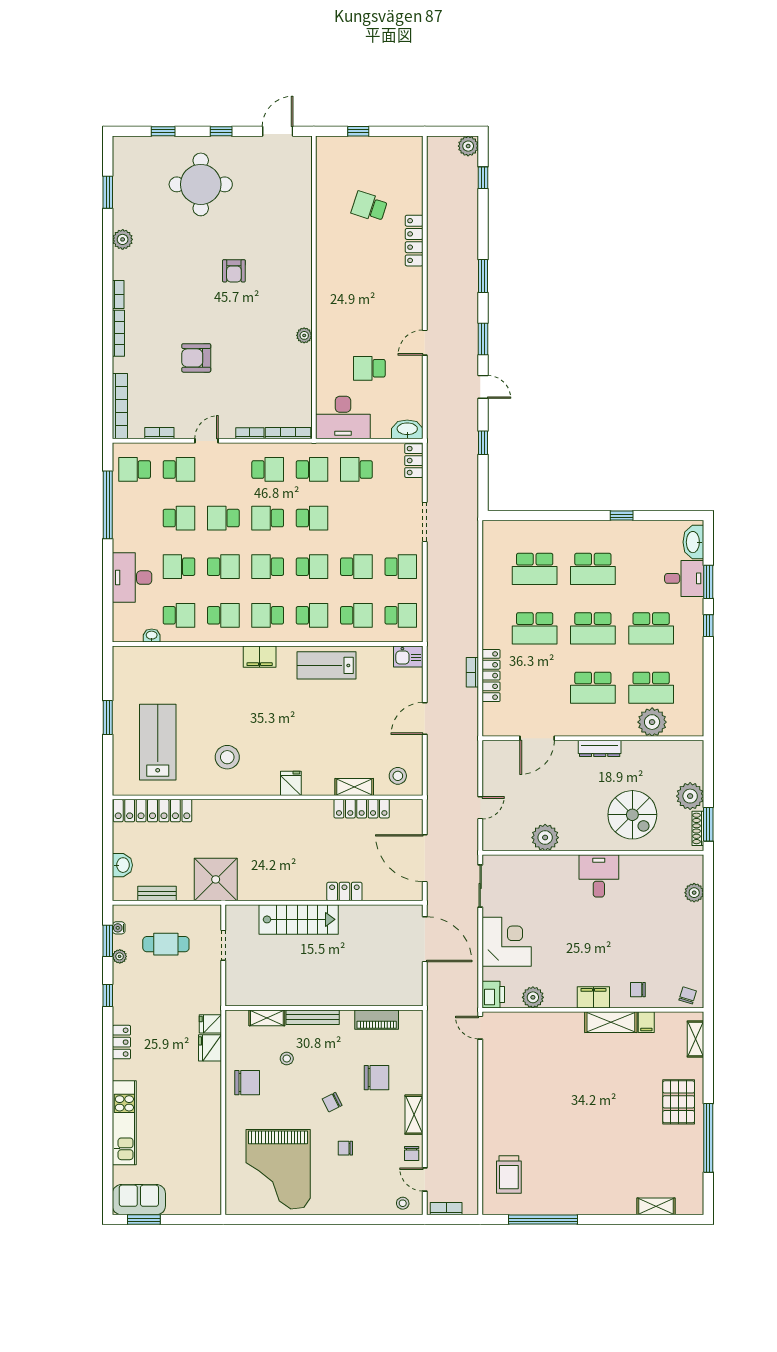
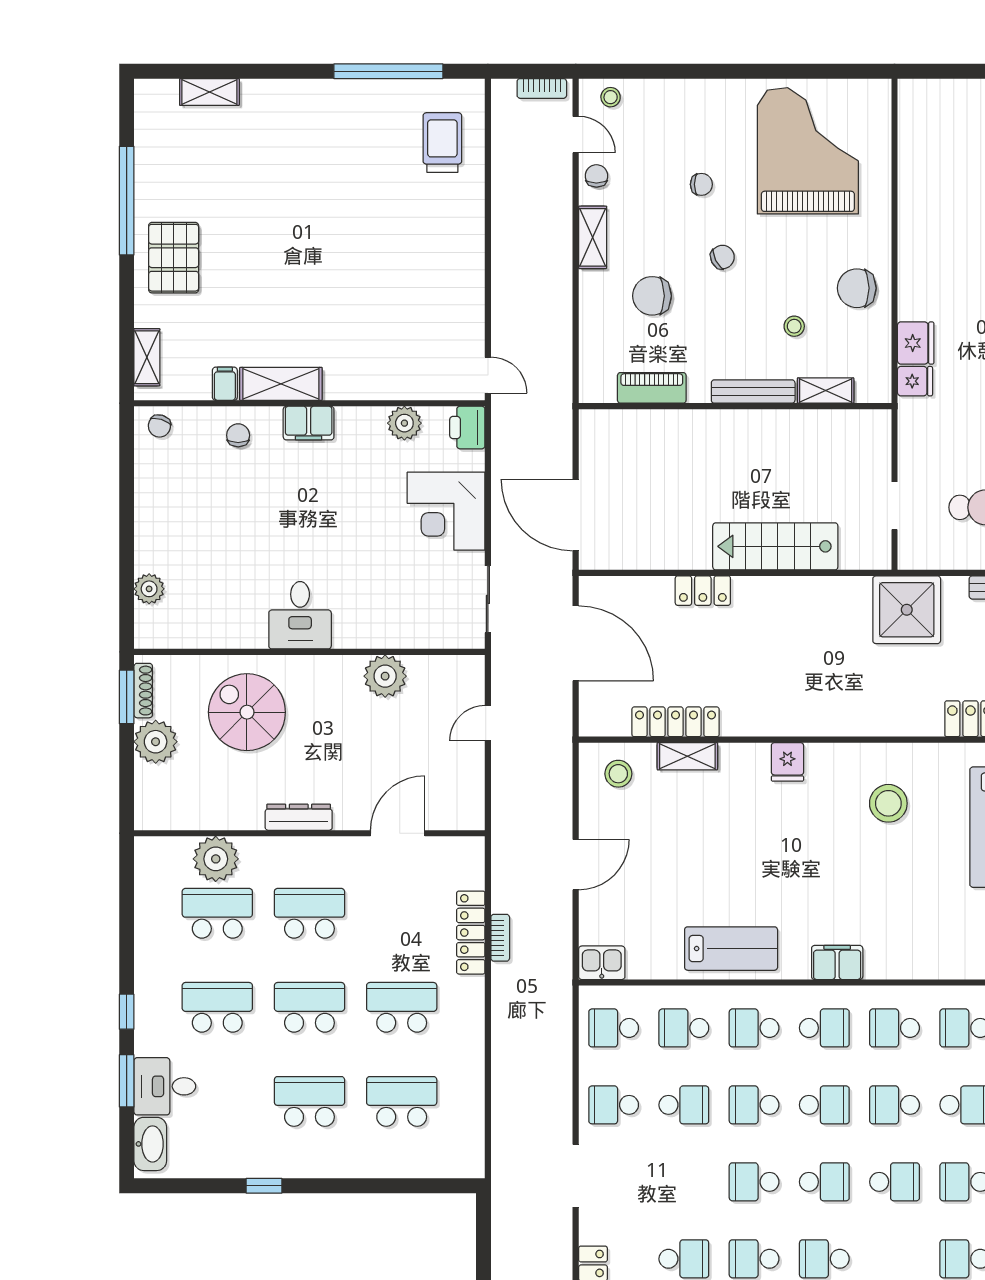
school desk: (356, 567) -> (684, 1105), turned 180
chair: (638, 990) -> (238, 435), turned -90

